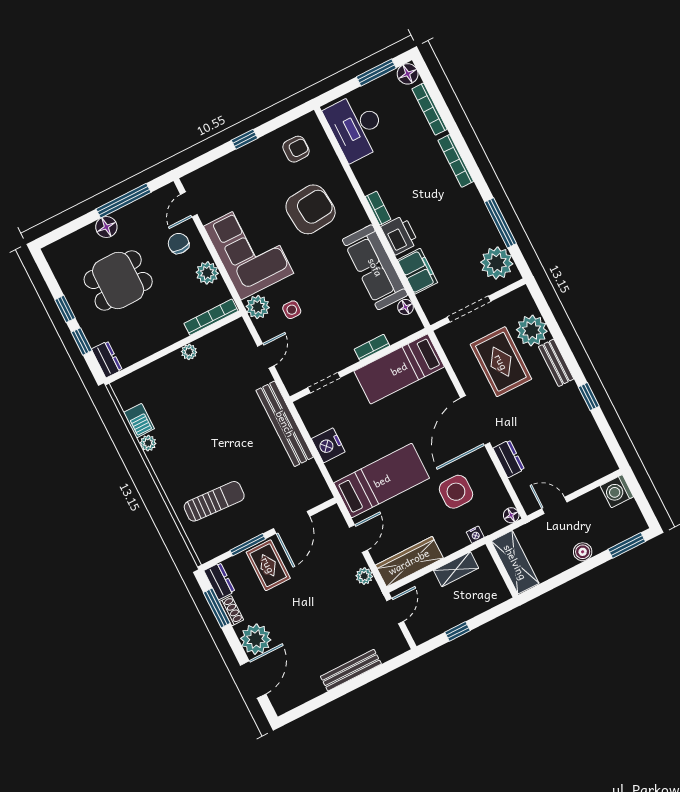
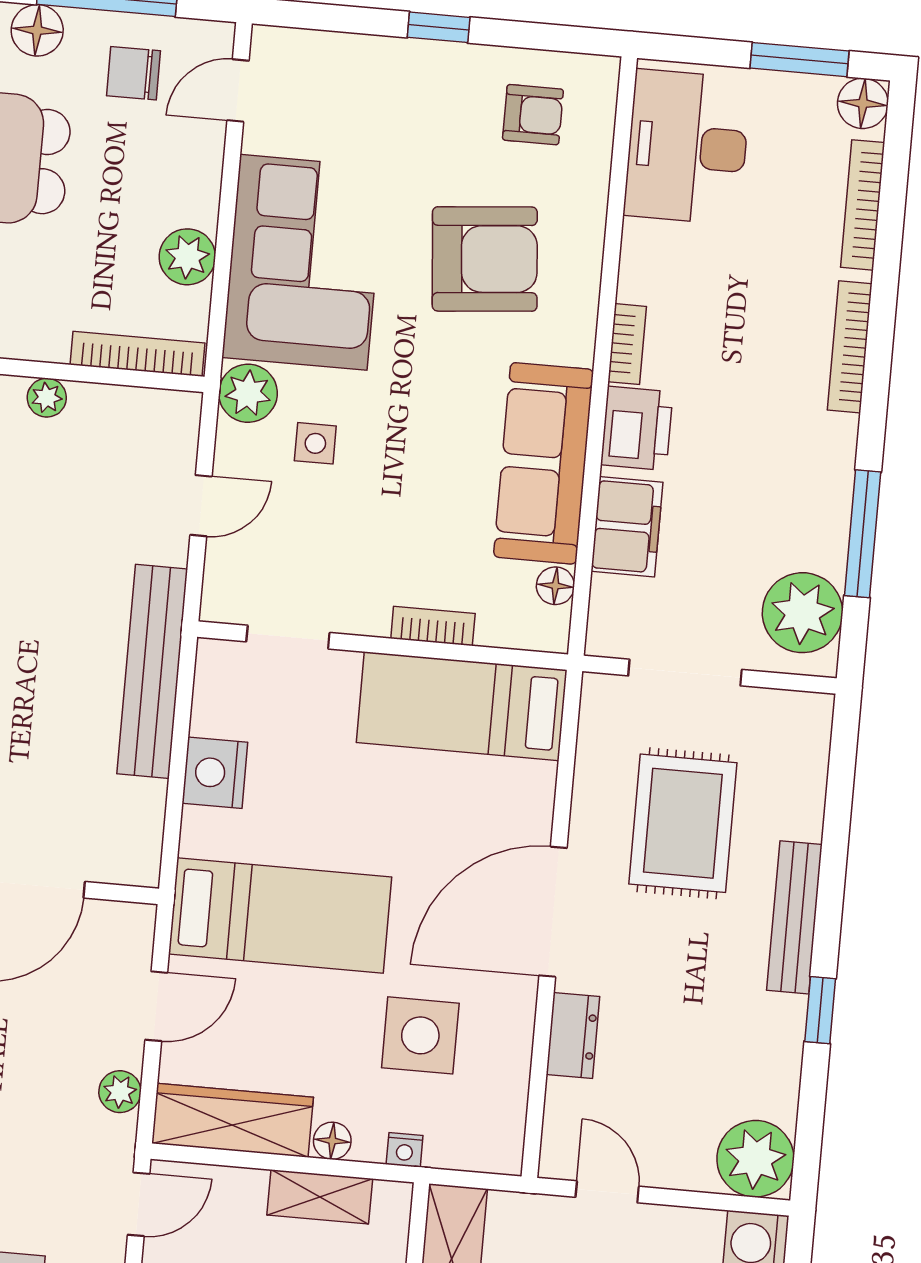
chair: (179, 243) -> (133, 73), moved, turned -90
plant: (532, 330) -> (755, 1159), moved
bench: (556, 363) -> (794, 917), width x1.36
floor lamp: (511, 515) -> (332, 1141), moved

